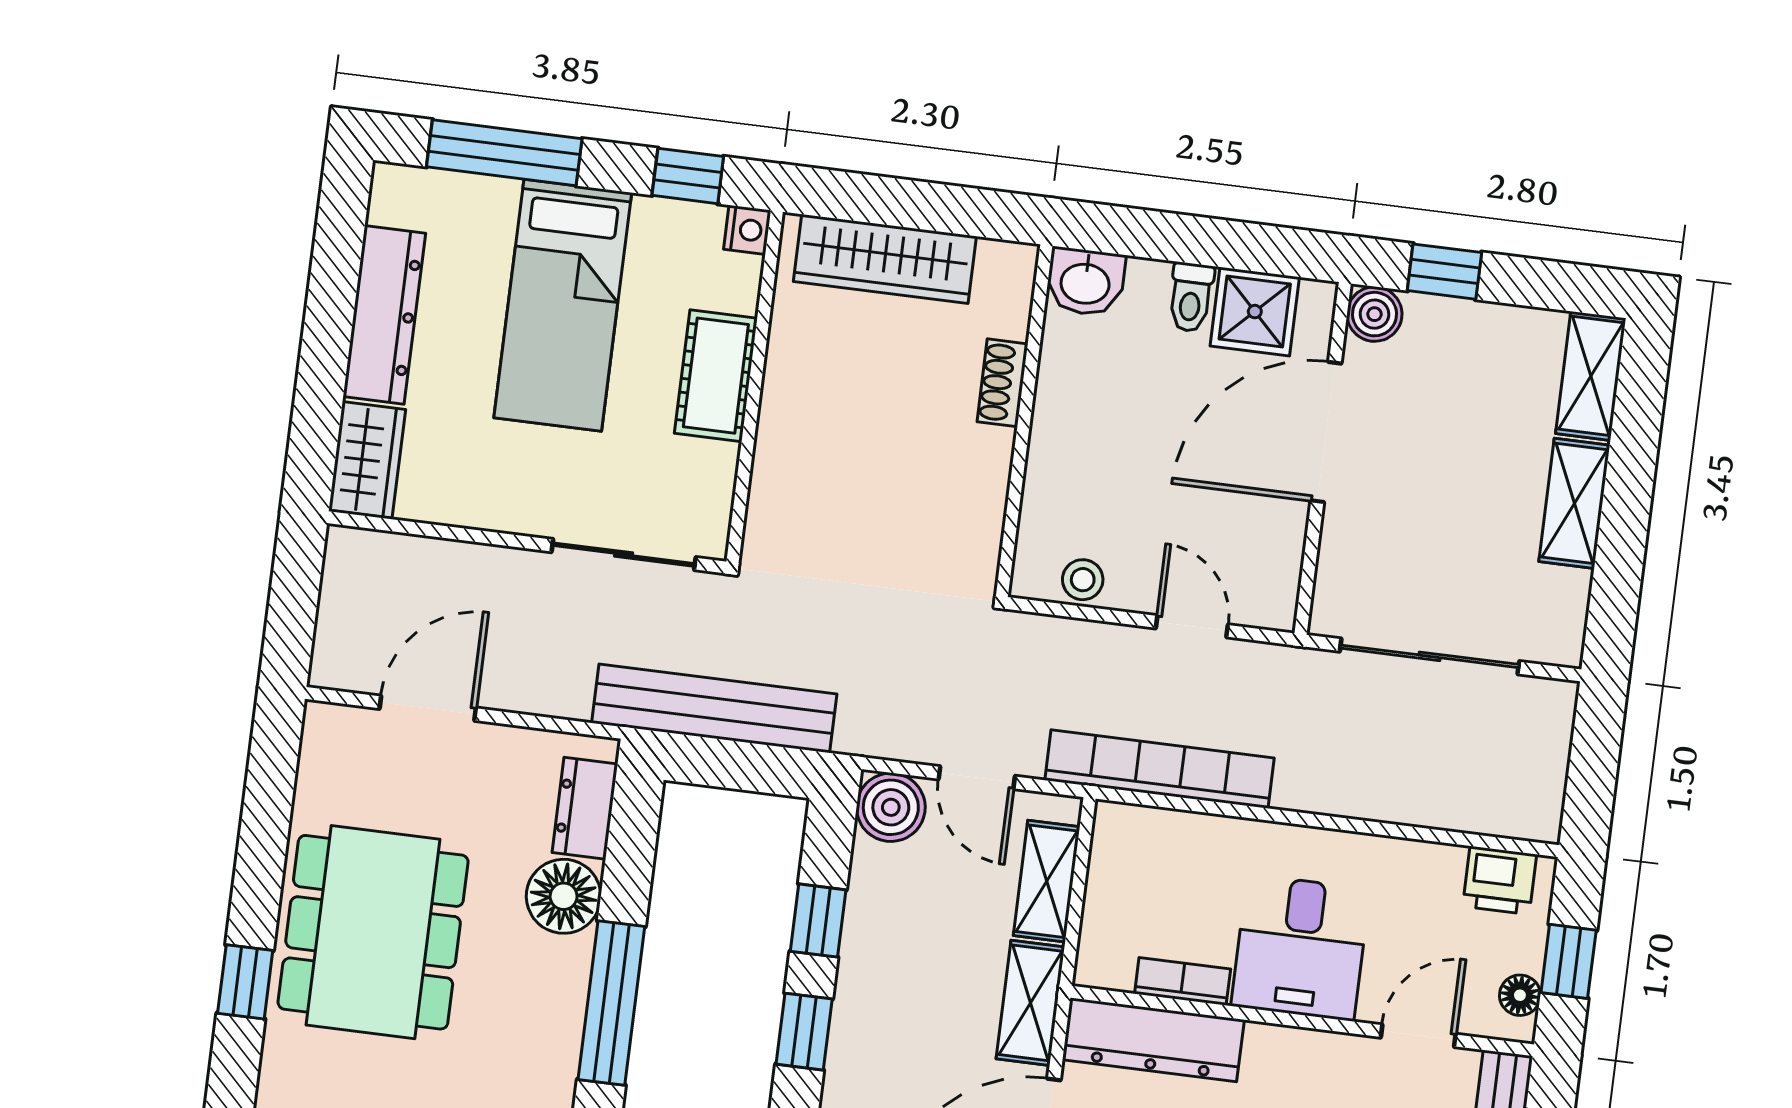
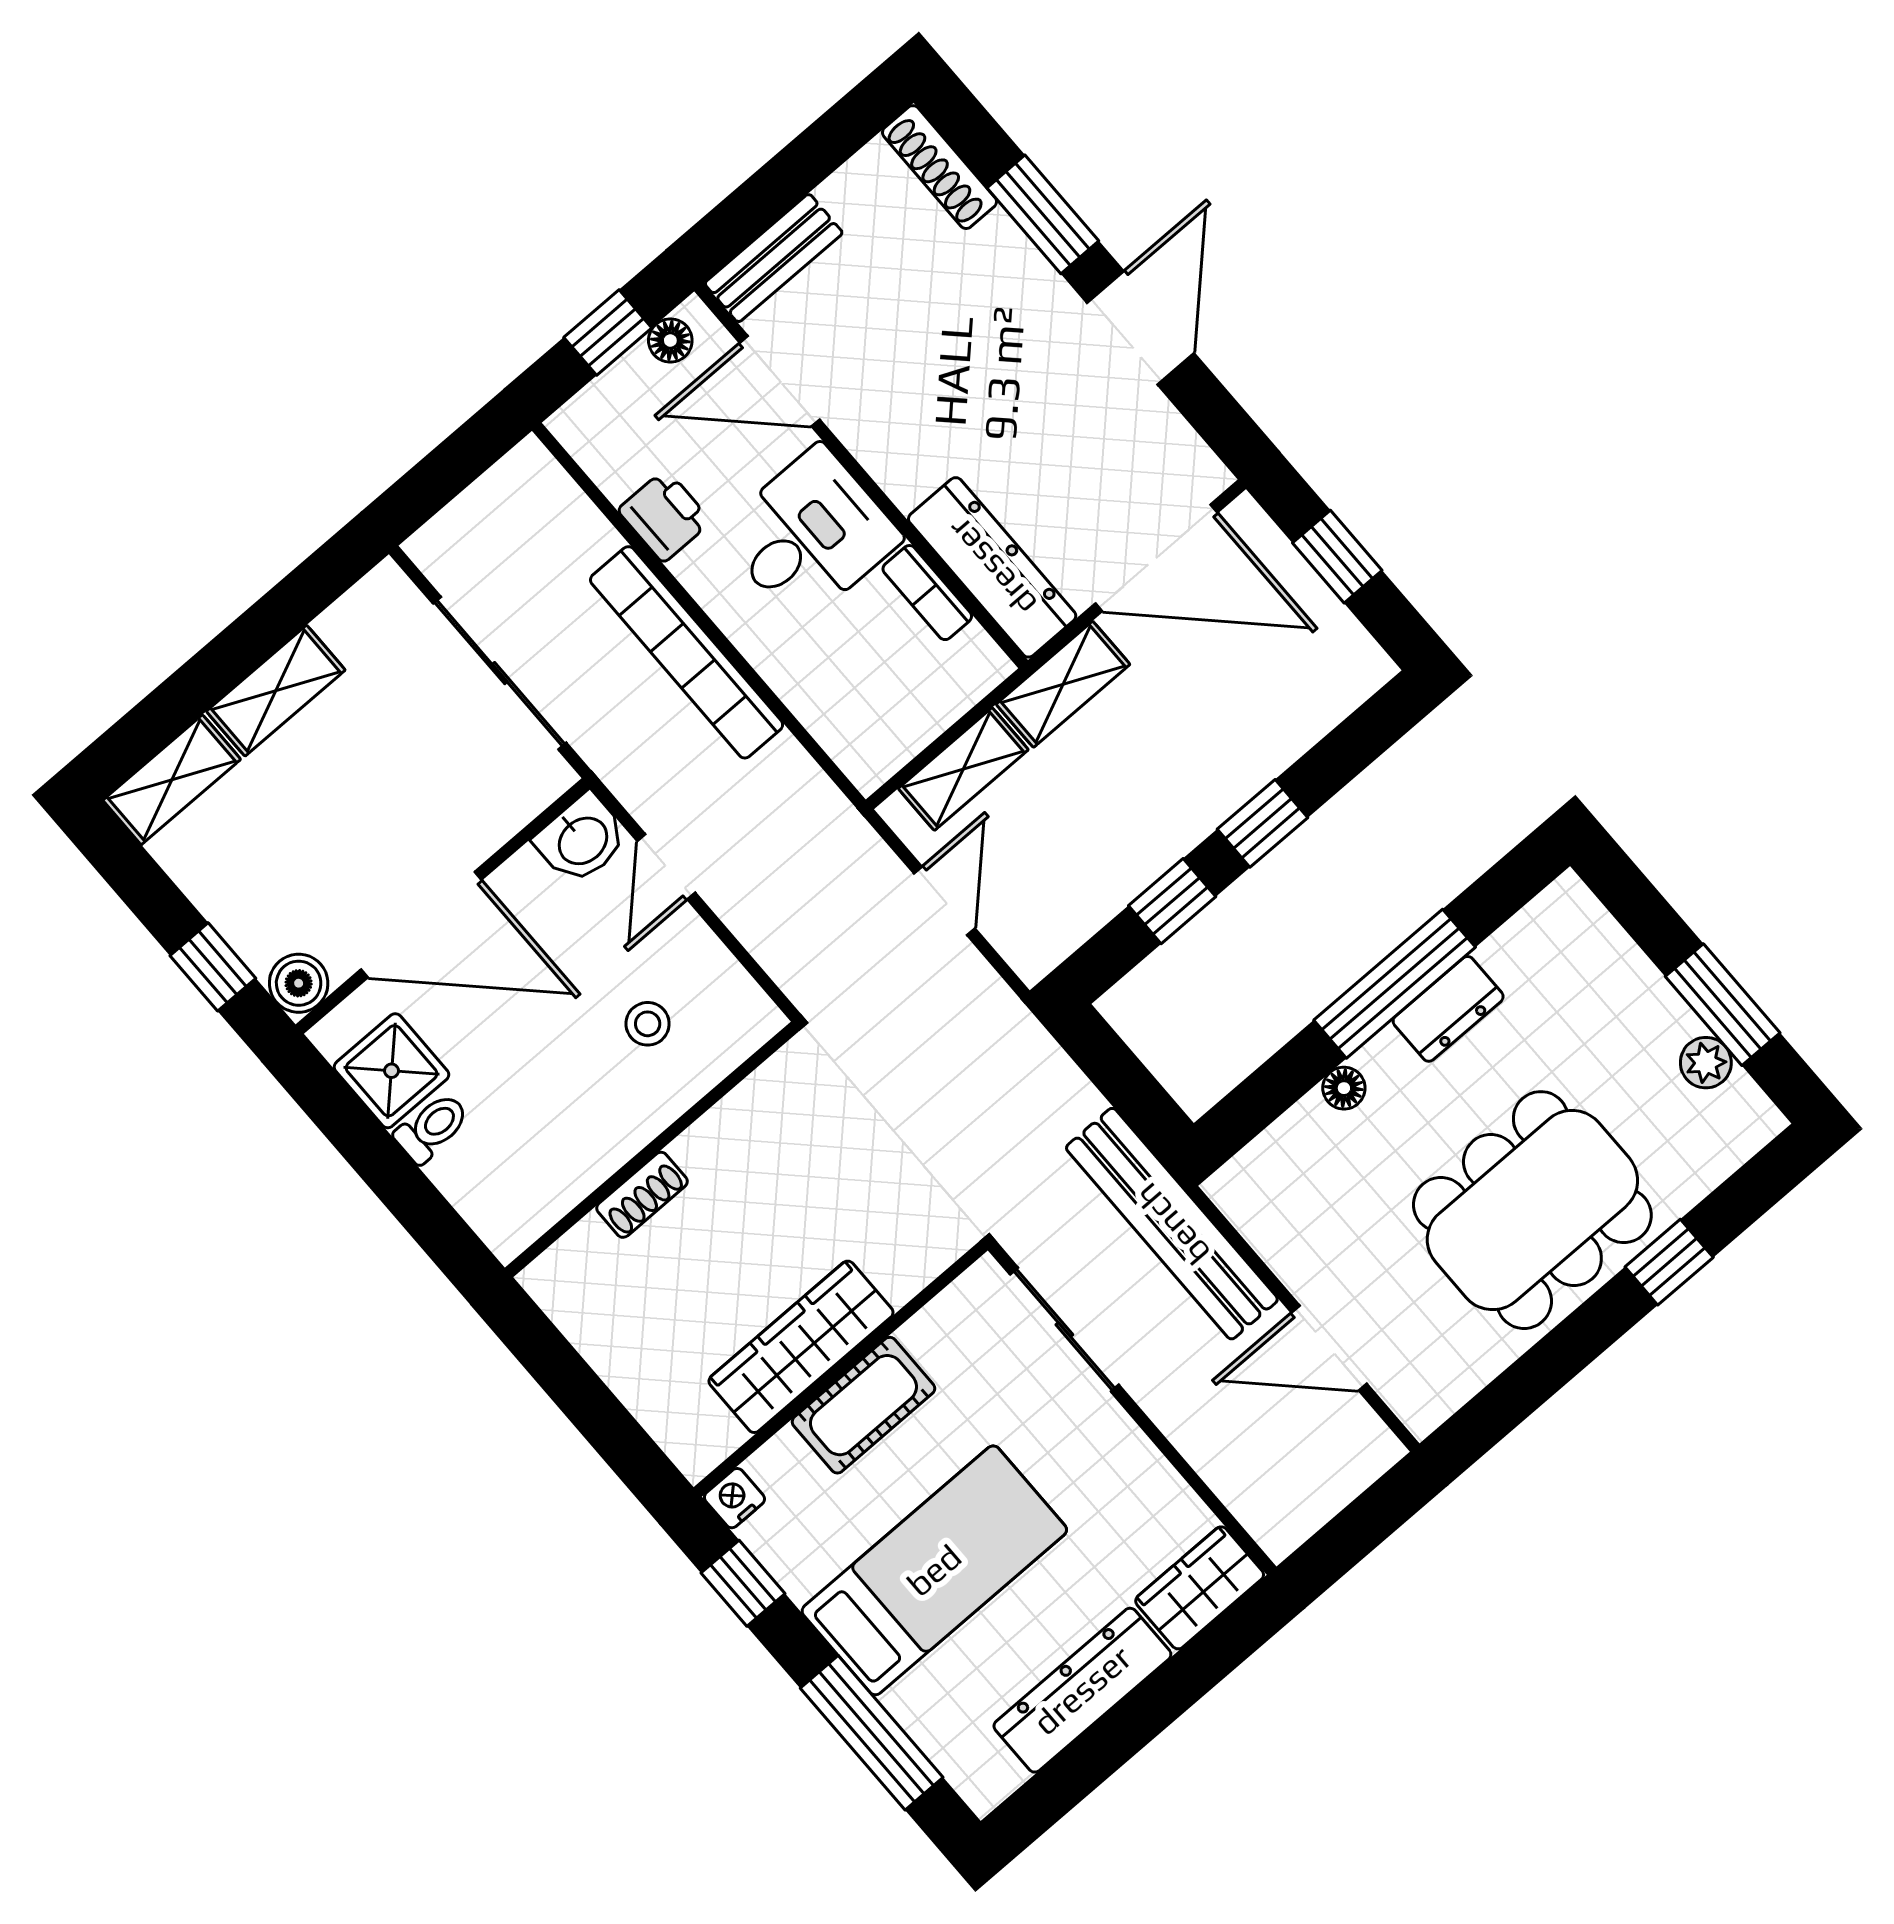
wardrobe: (885, 259) -> (801, 1347), moved, turned -90
washbasin: (1085, 282) -> (582, 839), moved, turned 90
stool: (1083, 580) -> (648, 1024), moved
bench: (714, 708) -> (1172, 1224), moved
bookcase: (1160, 769) -> (687, 652), moved
boiler: (891, 807) -> (1034, 939), removed
dresser: (585, 808) -> (1448, 1009), moved
printer: (1500, 880) -> (664, 516), moved
floor lamp: (564, 896) -> (1344, 1088), width x0.53, depth x0.53
door: (1418, 1036) -> (780, 381), width x1.38

